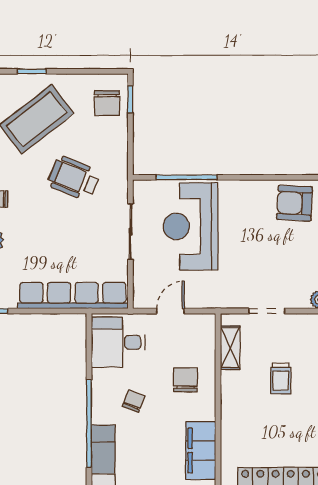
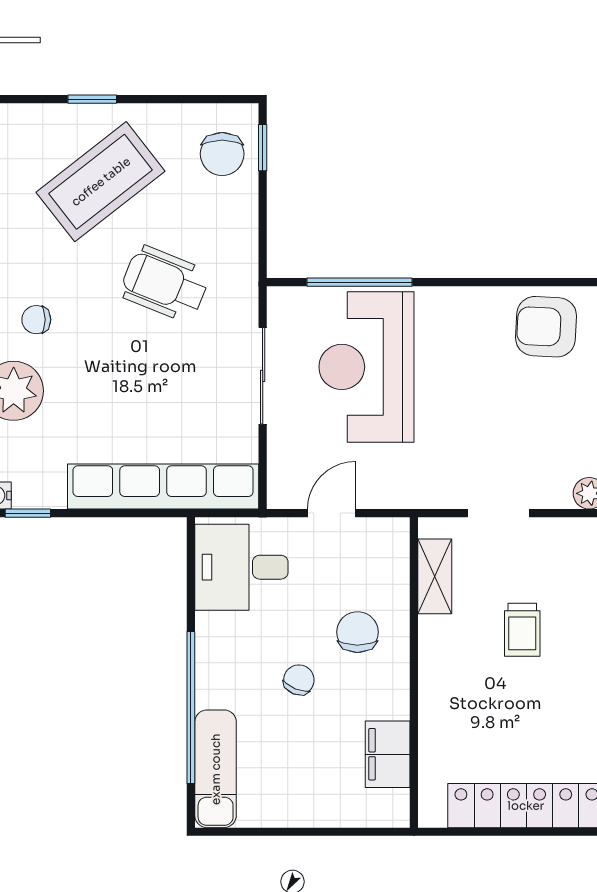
chair: (134, 401) -> (299, 680), moved
filing cabinet: (201, 451) -> (388, 754), width x0.67, depth x0.86

